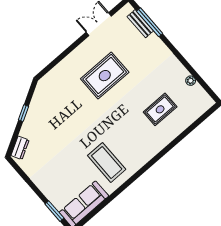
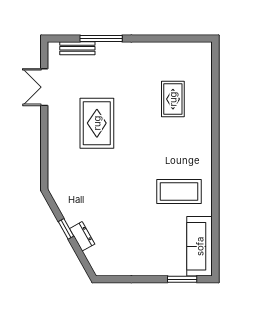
window: (150, 22) -> (101, 38), moved
plant: (191, 81) -> (171, 47), removed
dresser: (20, 148) -> (82, 236), moved

